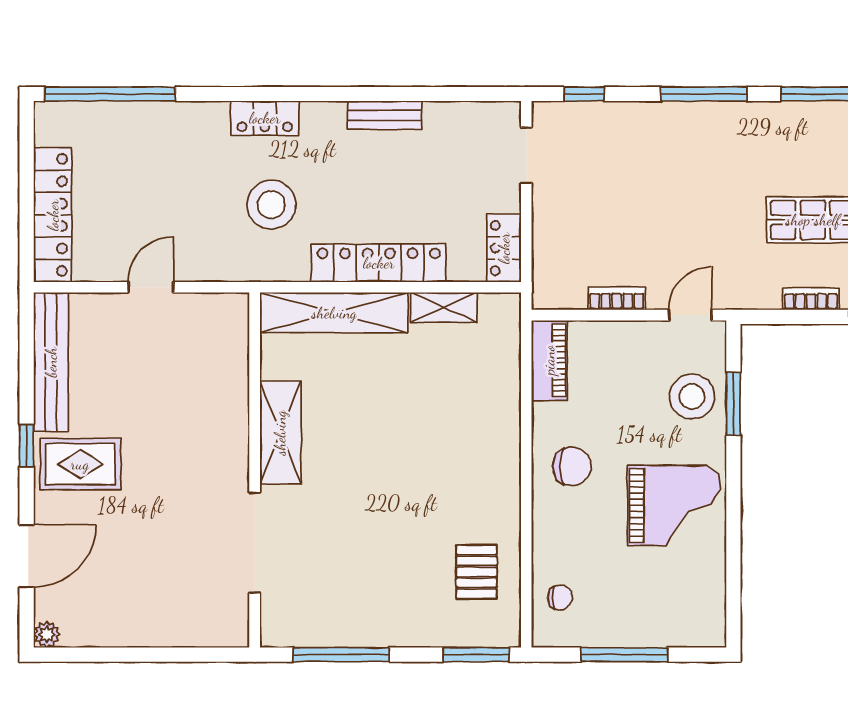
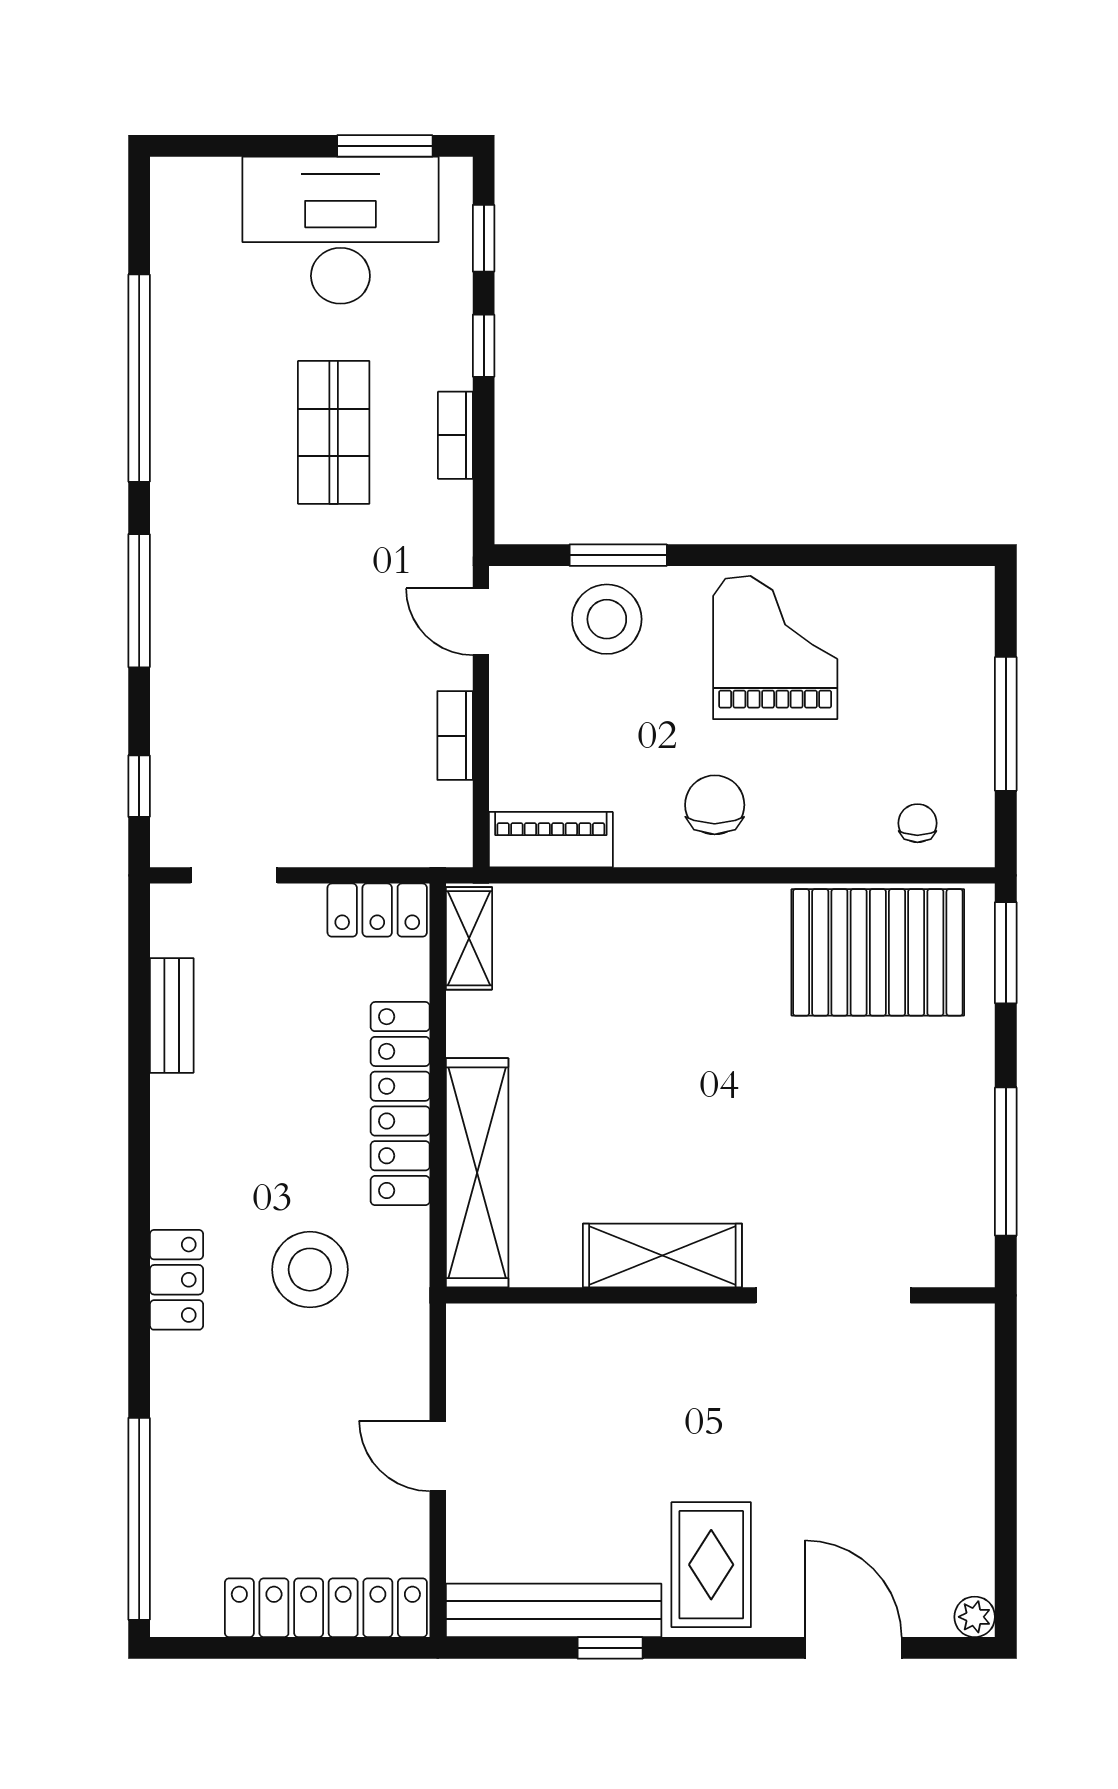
bench: (385, 115) -> (172, 1015), moved
shelving: (444, 307) -> (469, 938), moved
window: (27, 446) -> (610, 1648), moved
pallet: (476, 572) -> (878, 952), width x2.05, depth x2.00

